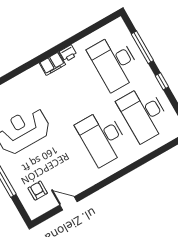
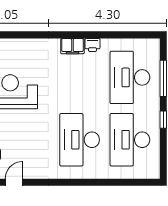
door: (68, 203) -> (14, 182), hinge flipped

